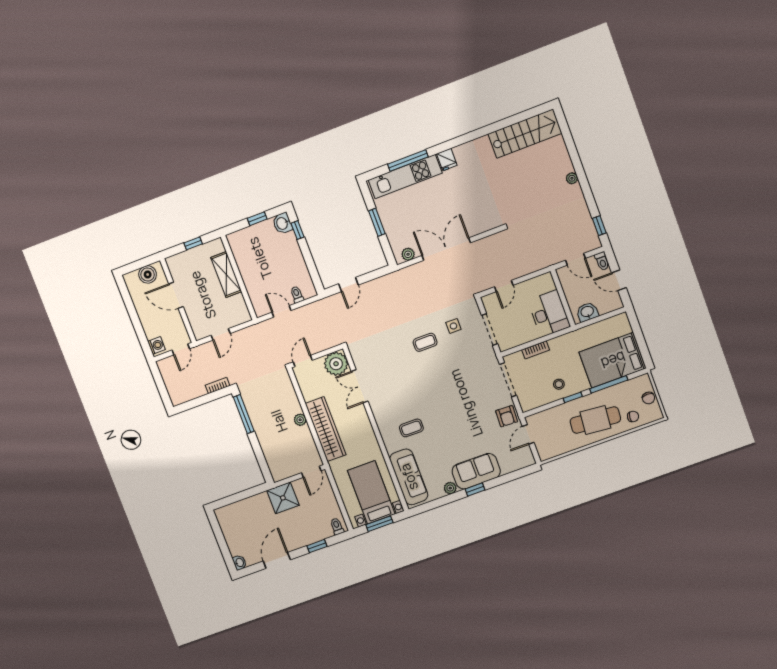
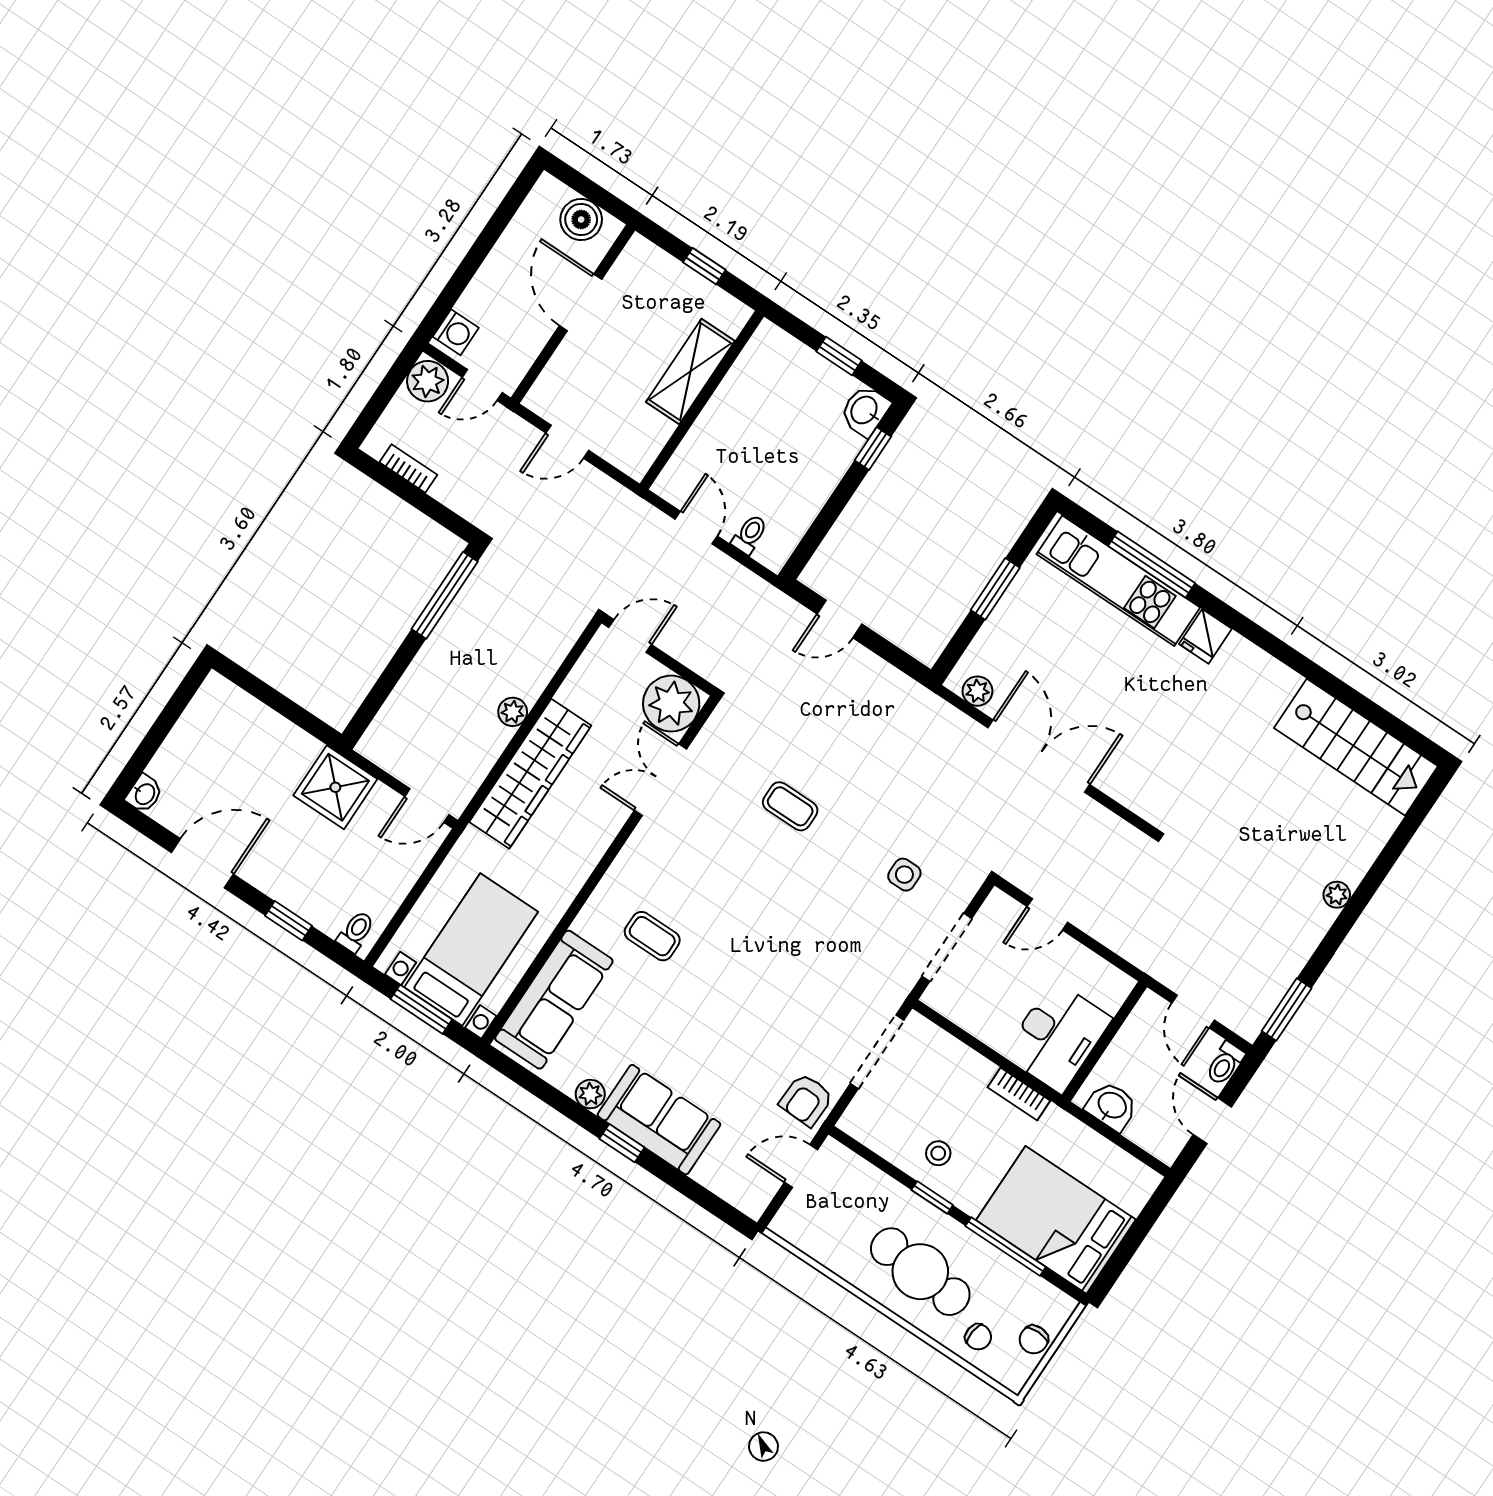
window: (599, 226) -> (1287, 1010), width x1.50
coffee table: (425, 342) -> (790, 806), moved
bookcase: (536, 350) -> (1019, 1094), moved
plant: (167, 367) -> (428, 381), added
bookcase: (218, 385) -> (408, 469), moved

